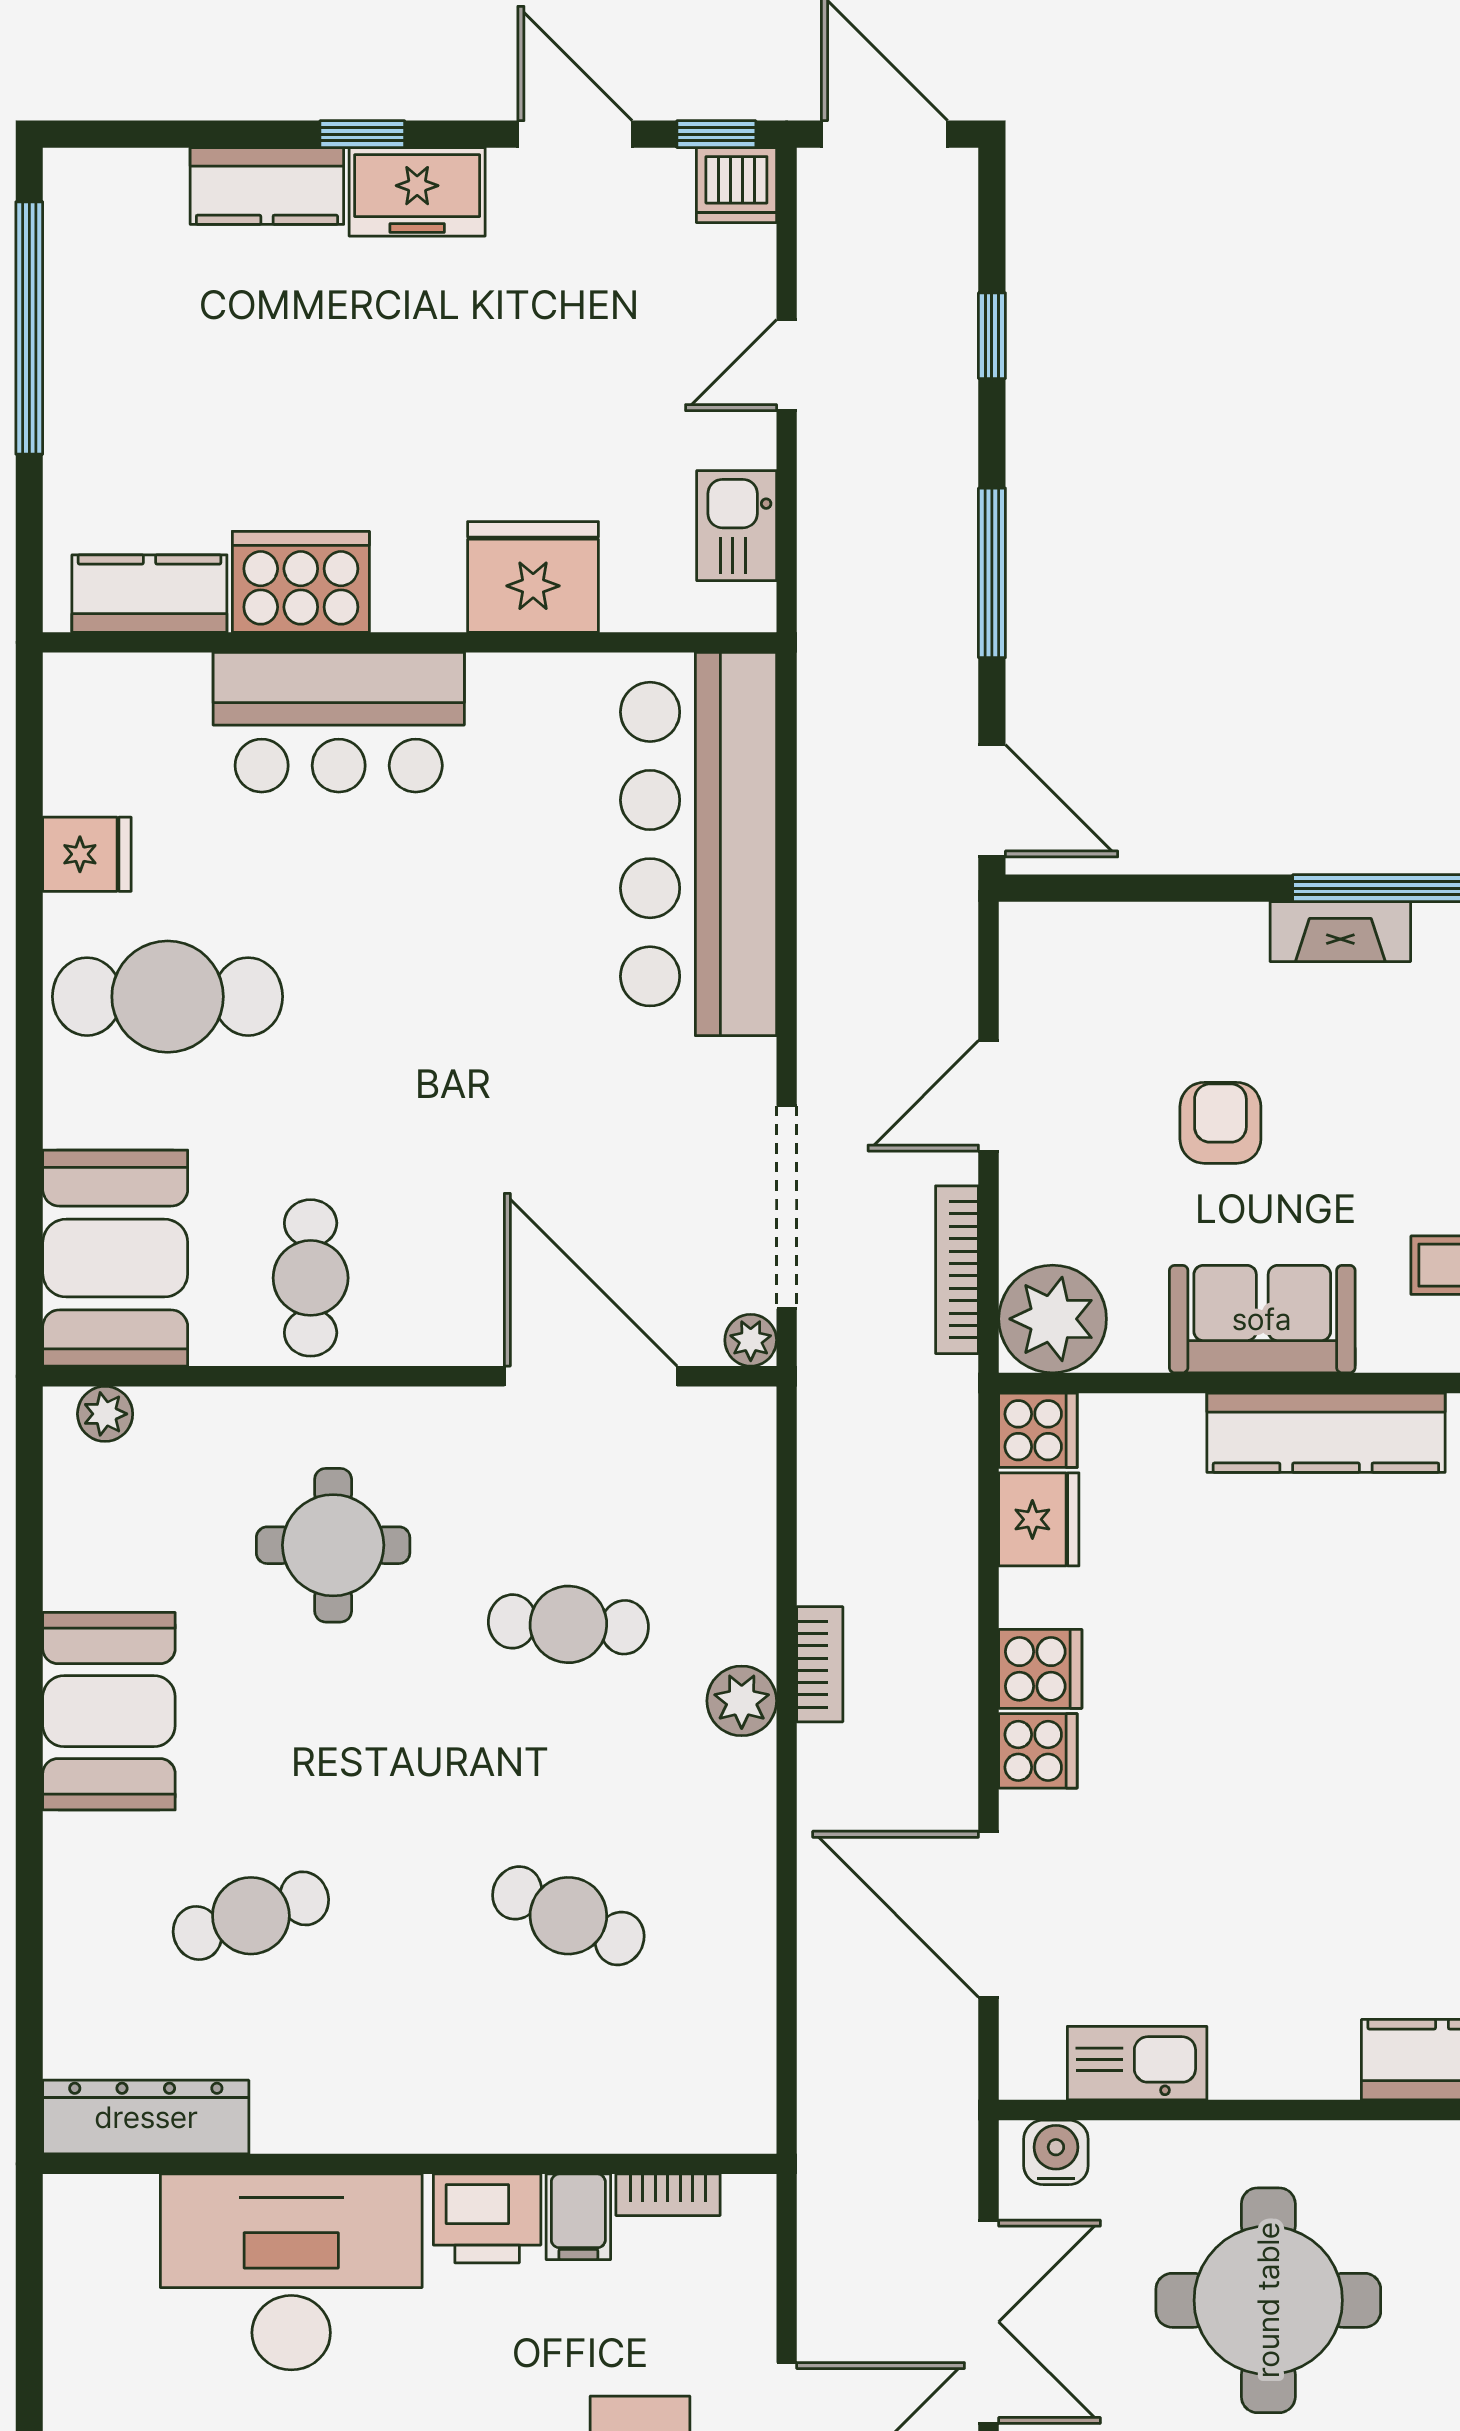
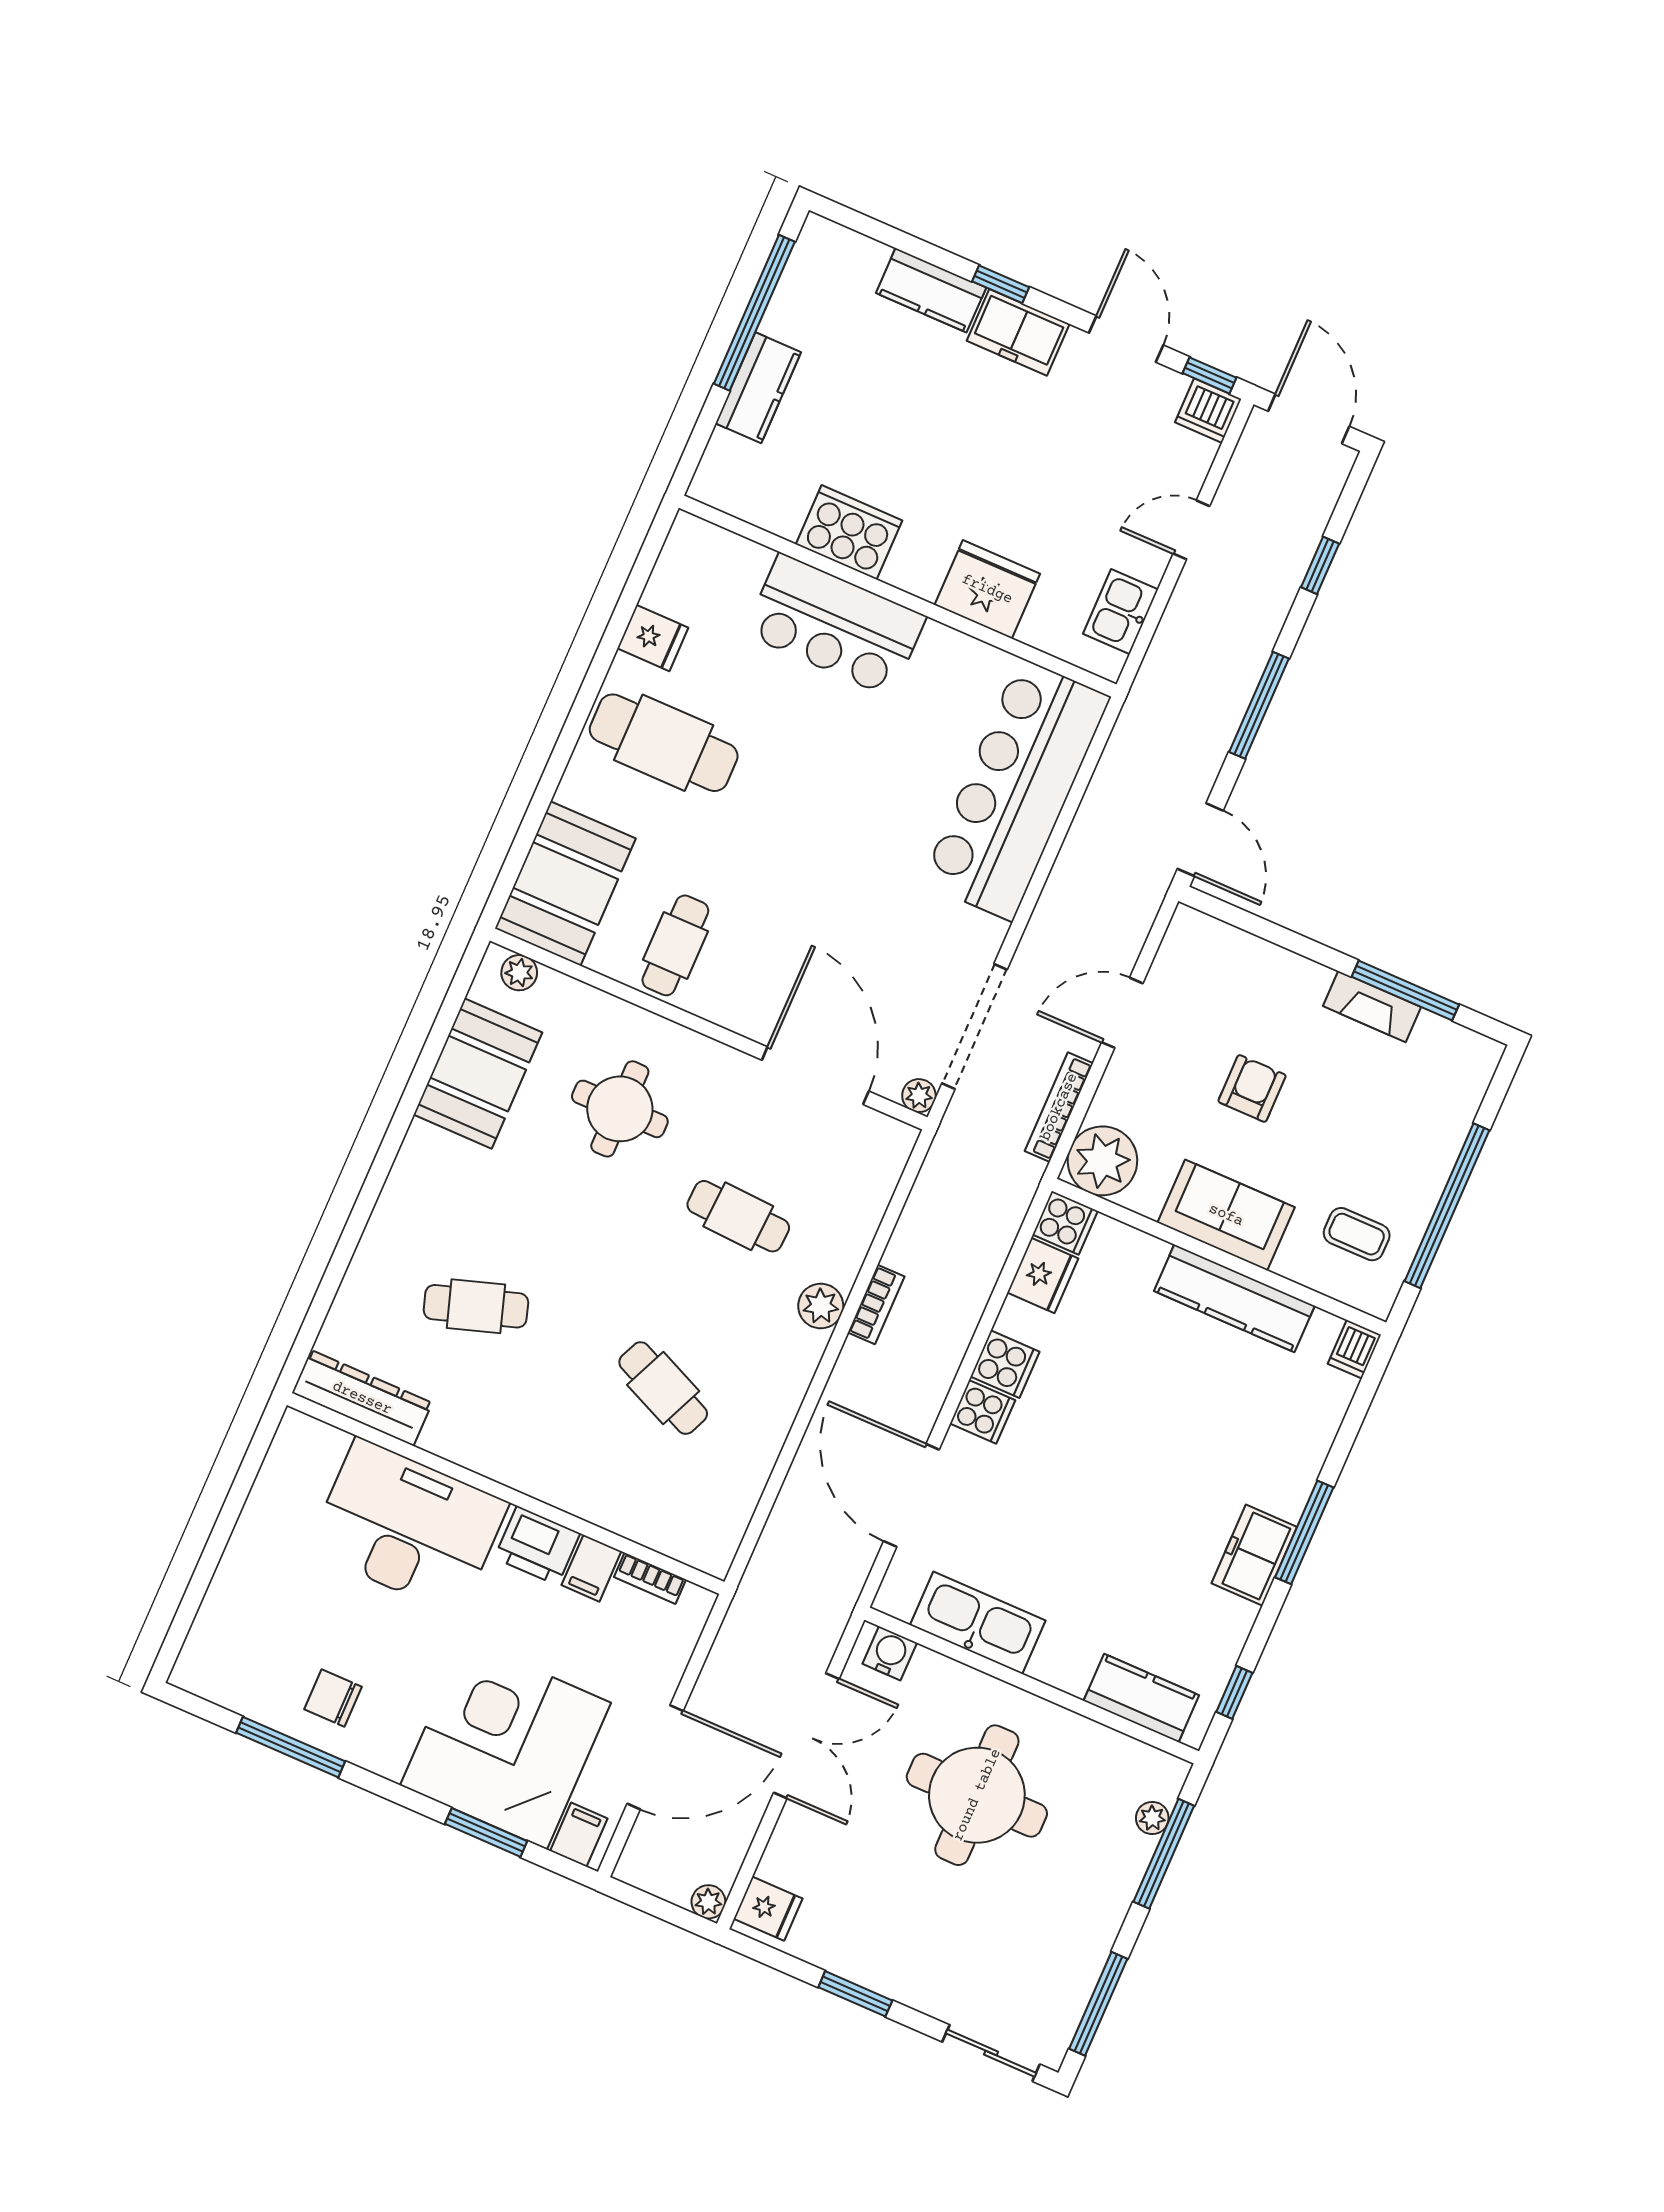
kitchen counter: (149, 594) -> (758, 388), moved, turned 90
booth: (109, 1711) -> (478, 1073), moved
kitchen sink: (1137, 2063) -> (978, 1623), width x1.36, depth x1.24

